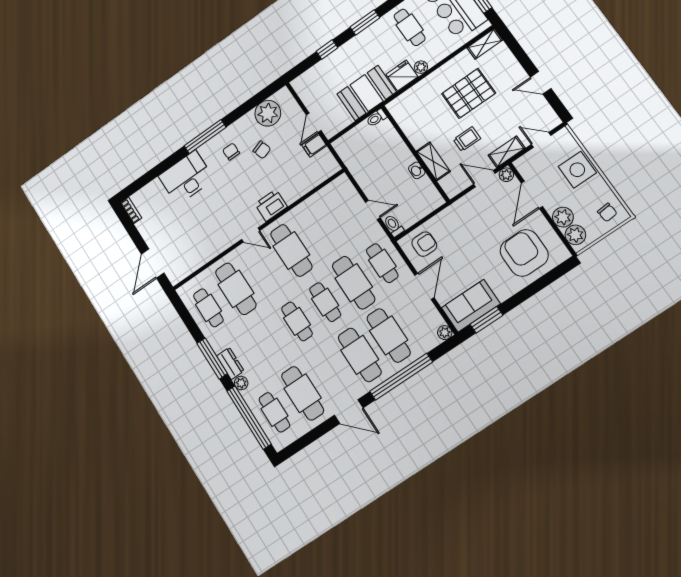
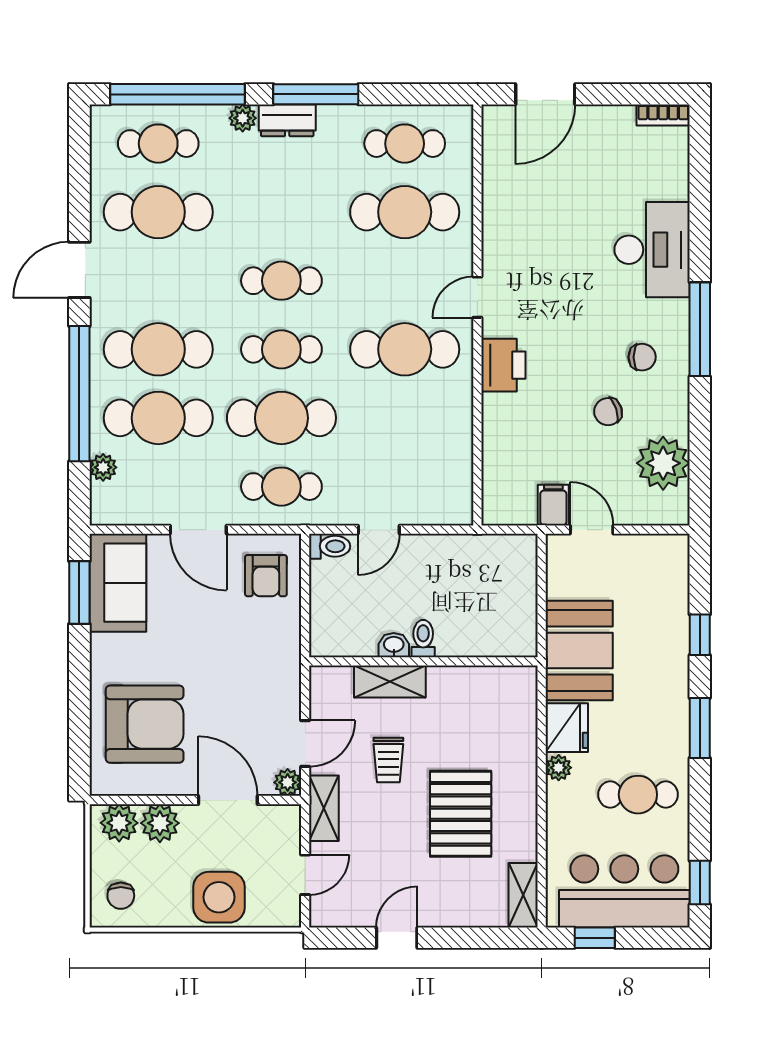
toilet: (376, 118) -> (423, 639), moved
chair: (607, 212) -> (121, 896), turned -84
door: (153, 264) -> (545, 94), swing flipped
plant: (445, 333) -> (103, 467), moved

